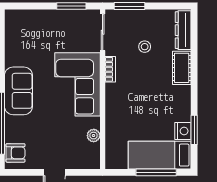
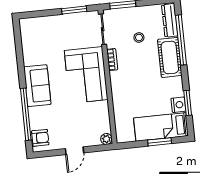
window: (194, 55) -> (181, 40), added
cot: (182, 68) -> (170, 57), width x1.37, depth x1.34
plant: (94, 136) -> (106, 139), moved
window: (156, 172) -> (160, 142), width x0.69

